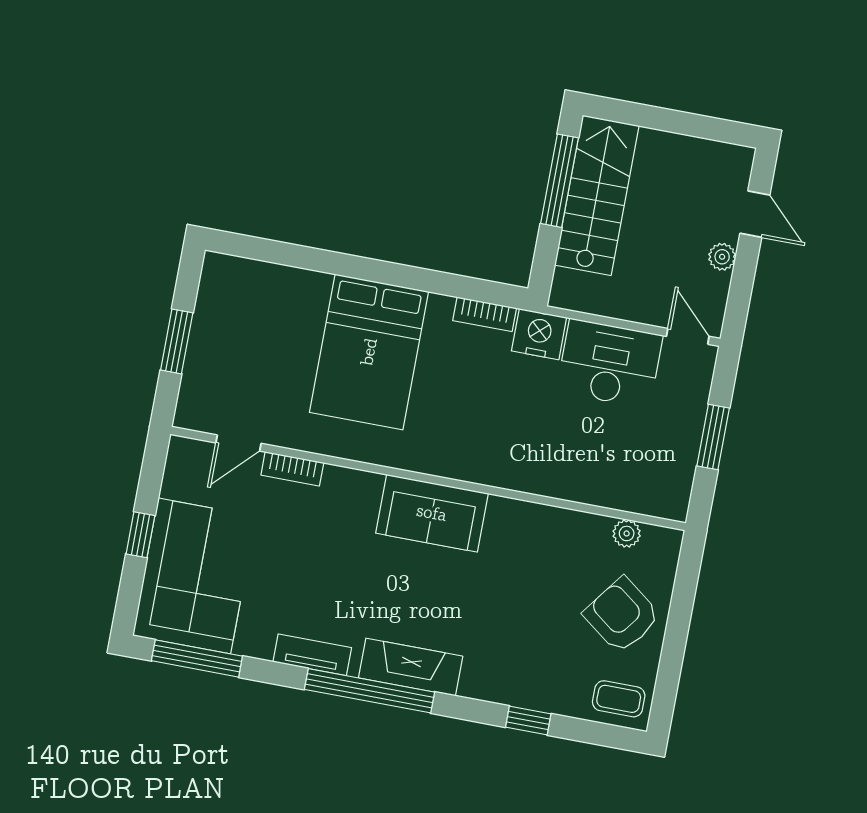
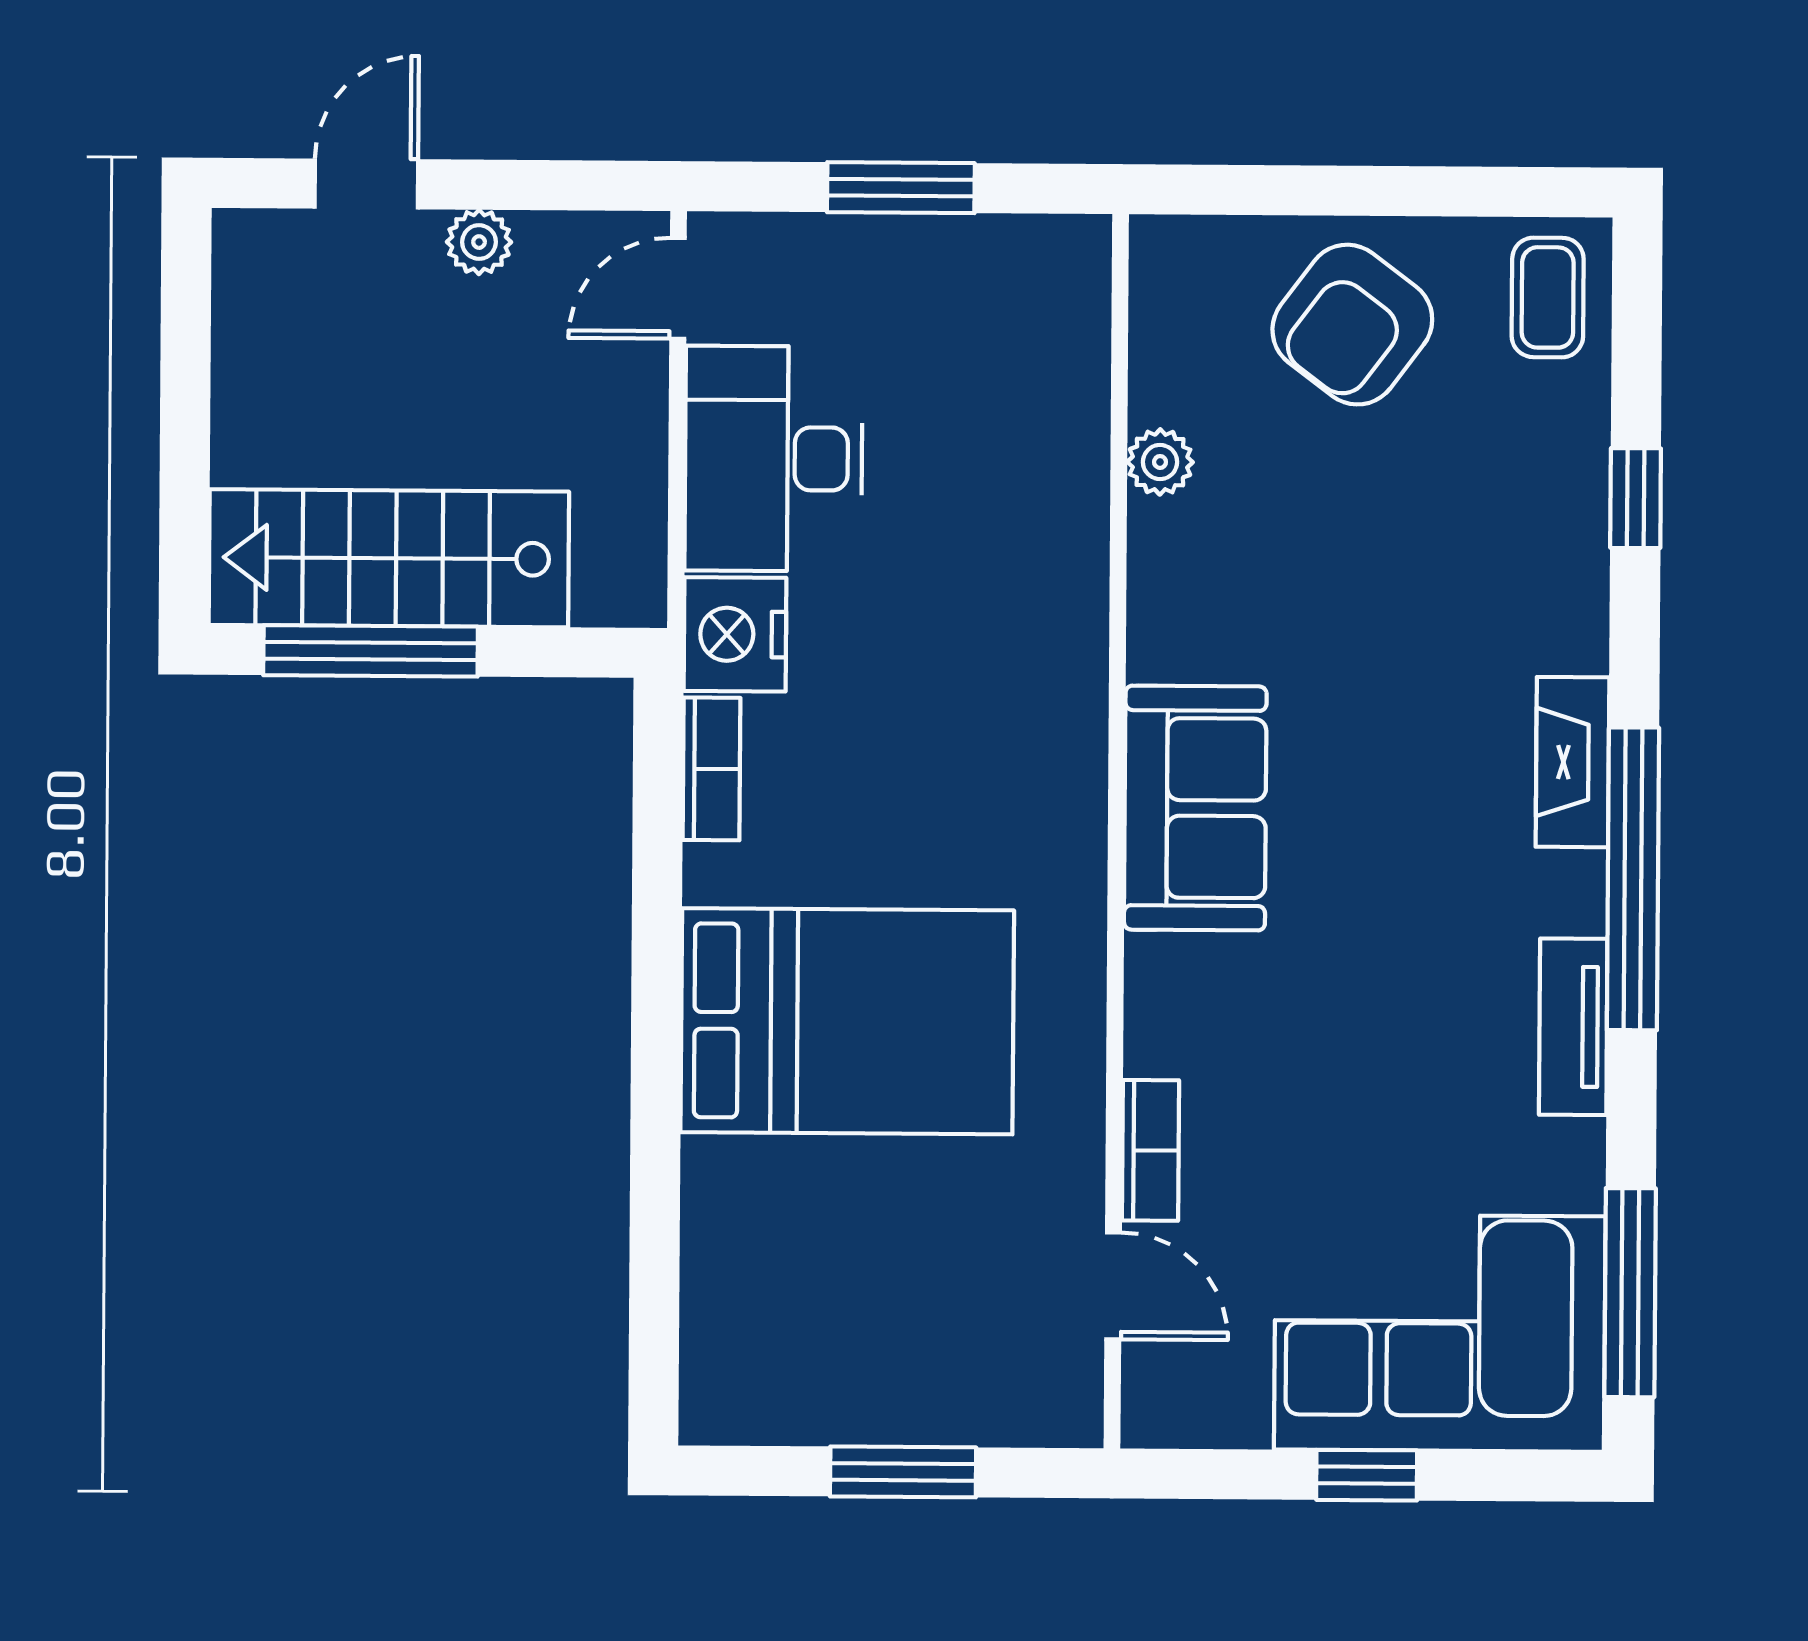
plant: (627, 533) -> (1160, 462), moved
fireplace: (411, 667) -> (1572, 762), width x0.73, depth x0.76

